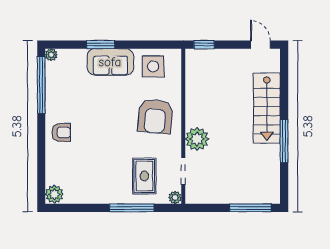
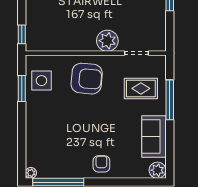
window: (101, 45) -> (22, 88), moved
sofa: (110, 62) -> (154, 136), moved, turned 180
plant: (175, 198) -> (160, 61), removed

